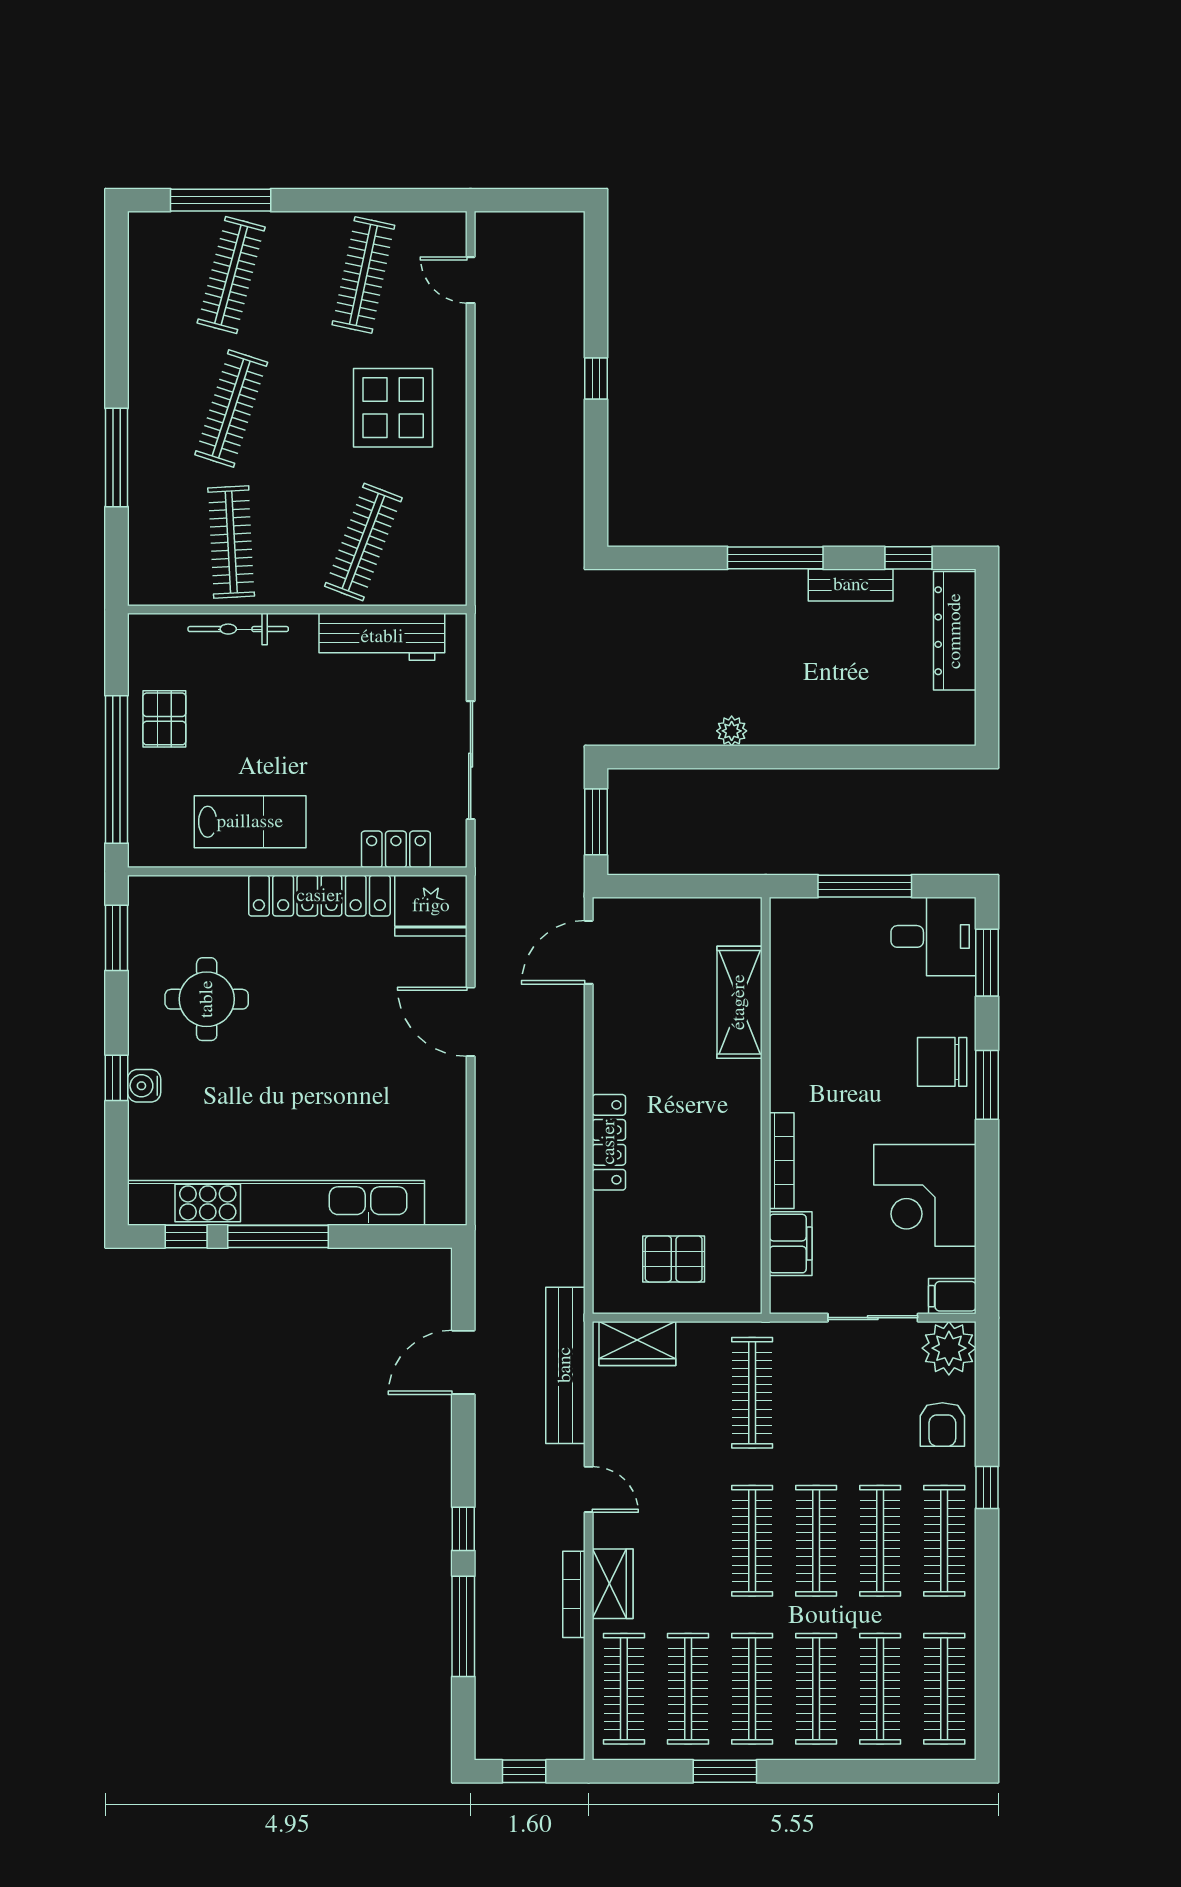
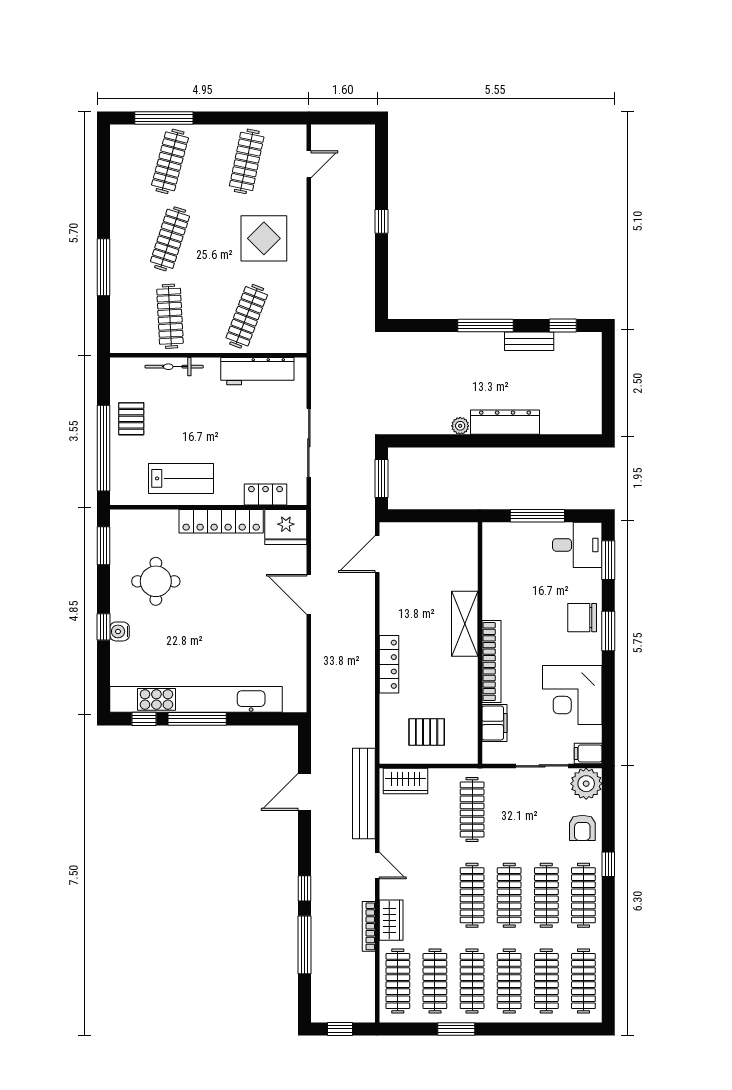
door: (471, 280) -> (309, 164), swing flipped
dresser: (955, 631) -> (505, 422), moved, turned 90
shelving: (739, 1002) -> (465, 624), moved
bookcase: (782, 1161) -> (491, 662), width x1.48, depth x1.31

